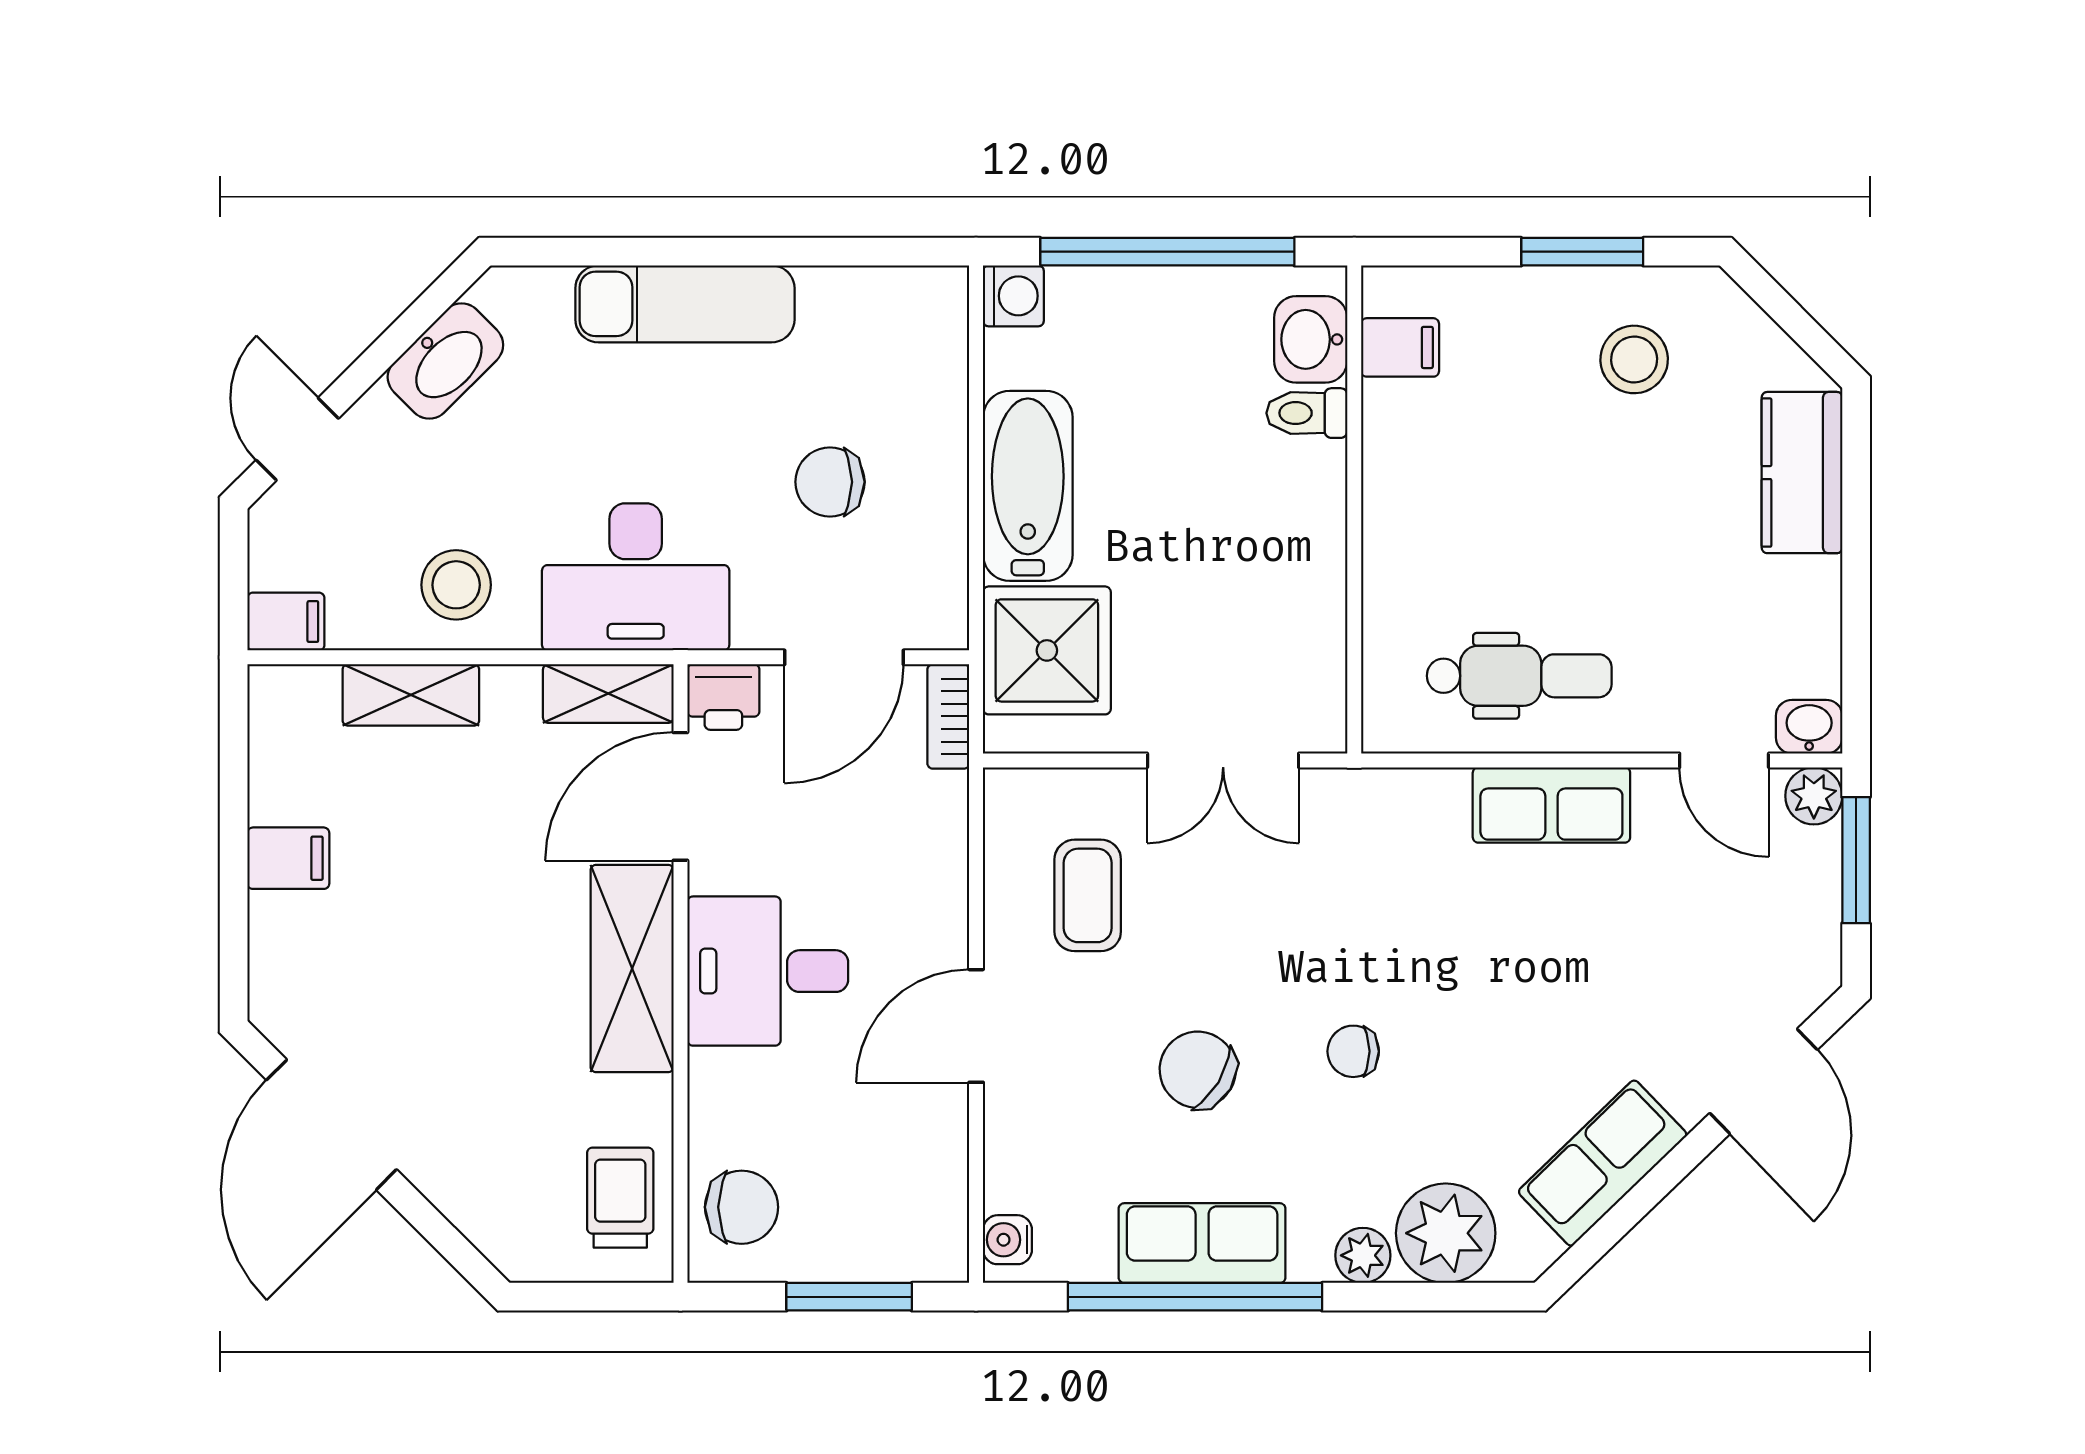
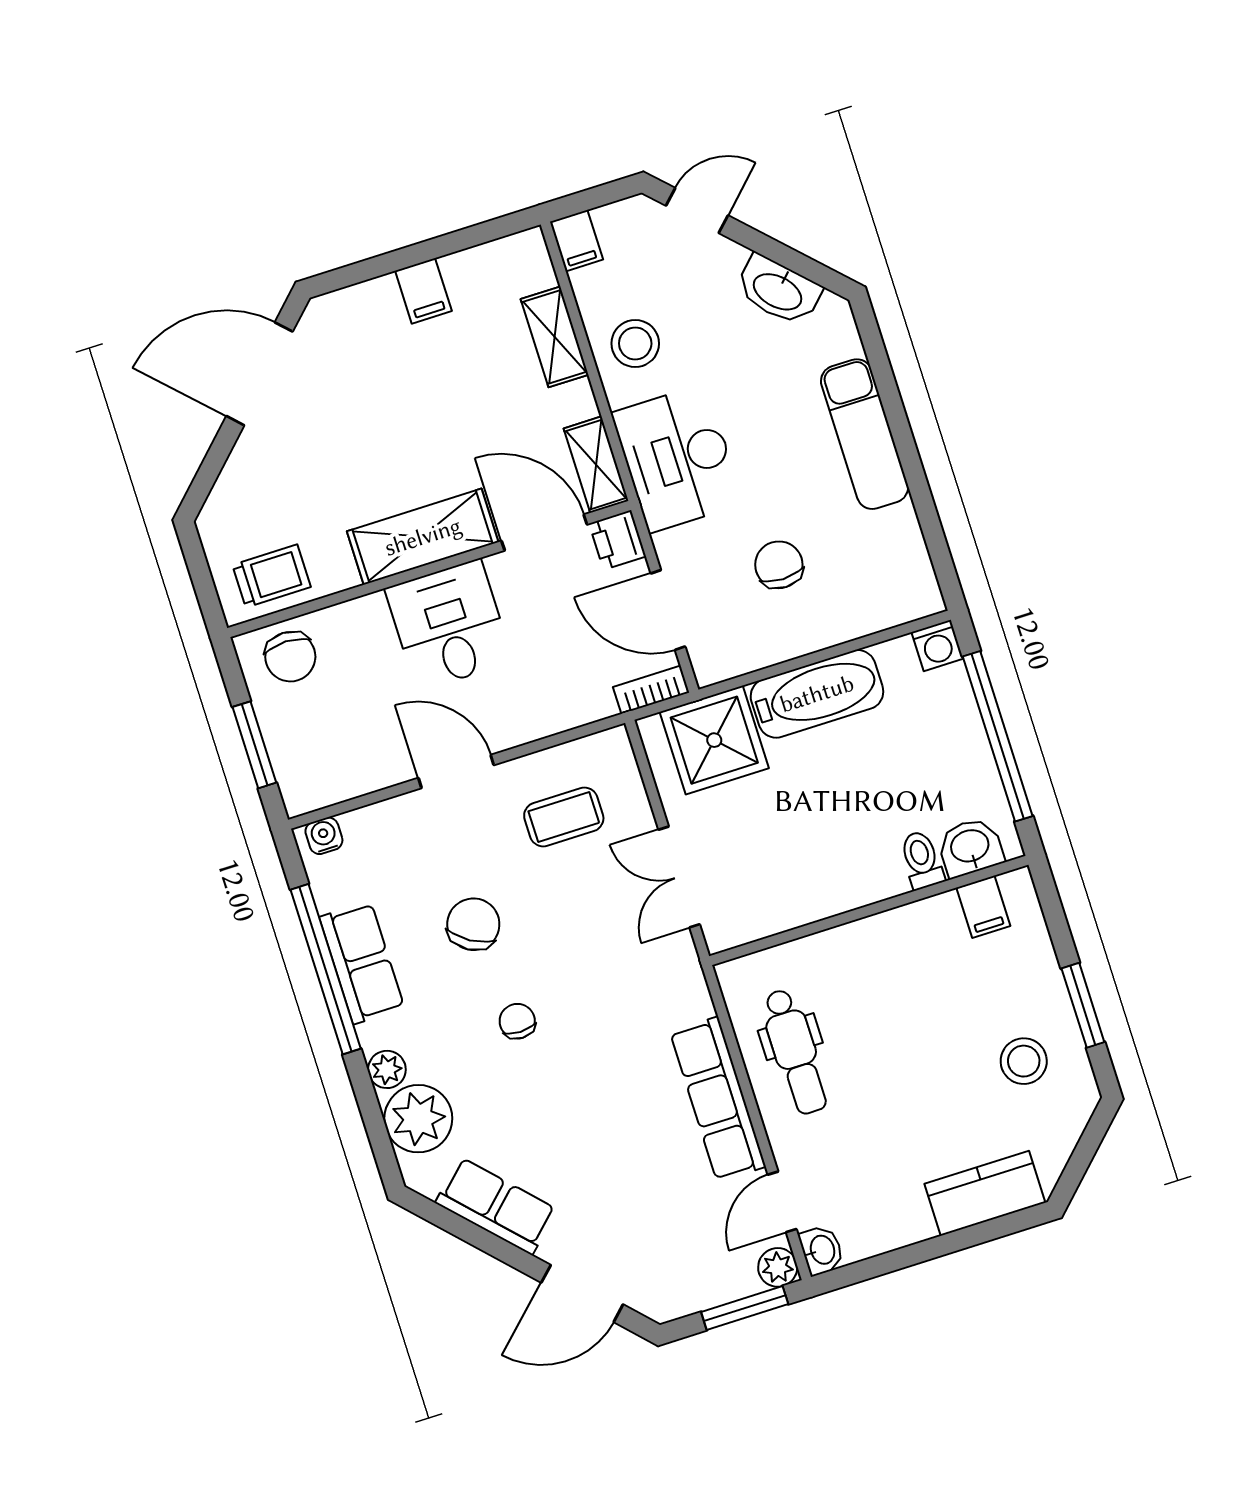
row of seats: (1551, 805) -> (718, 1099), width x1.48

